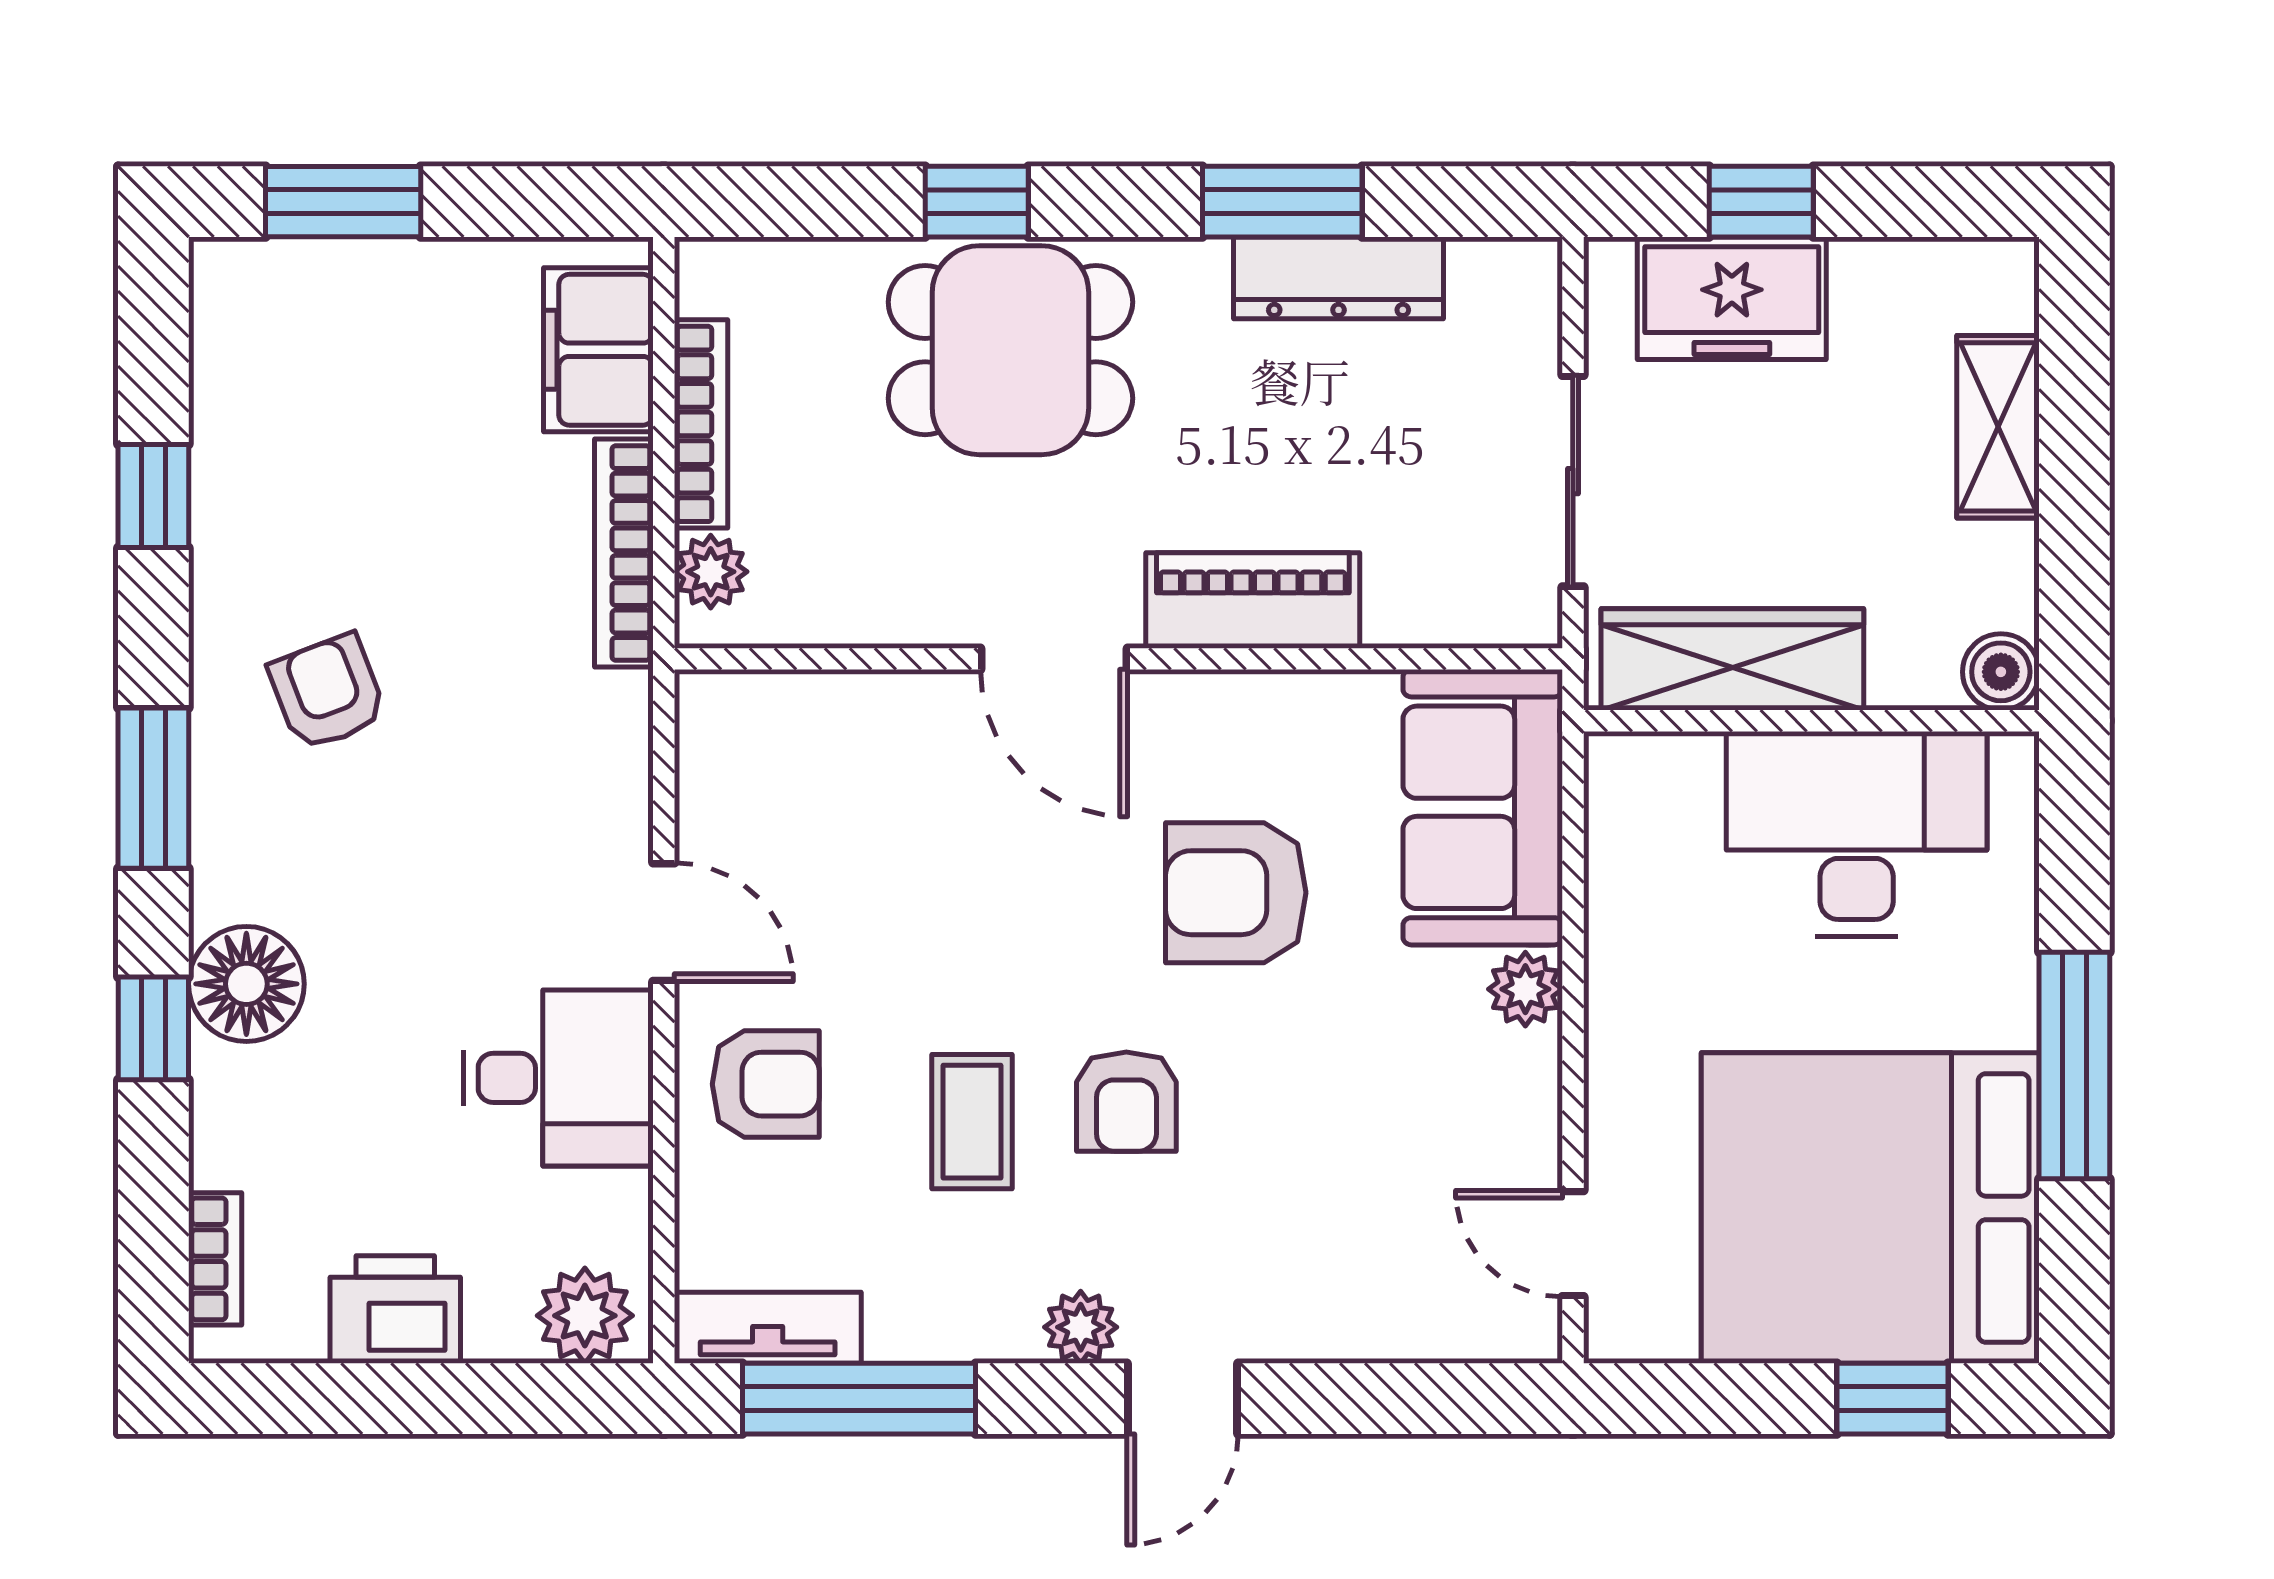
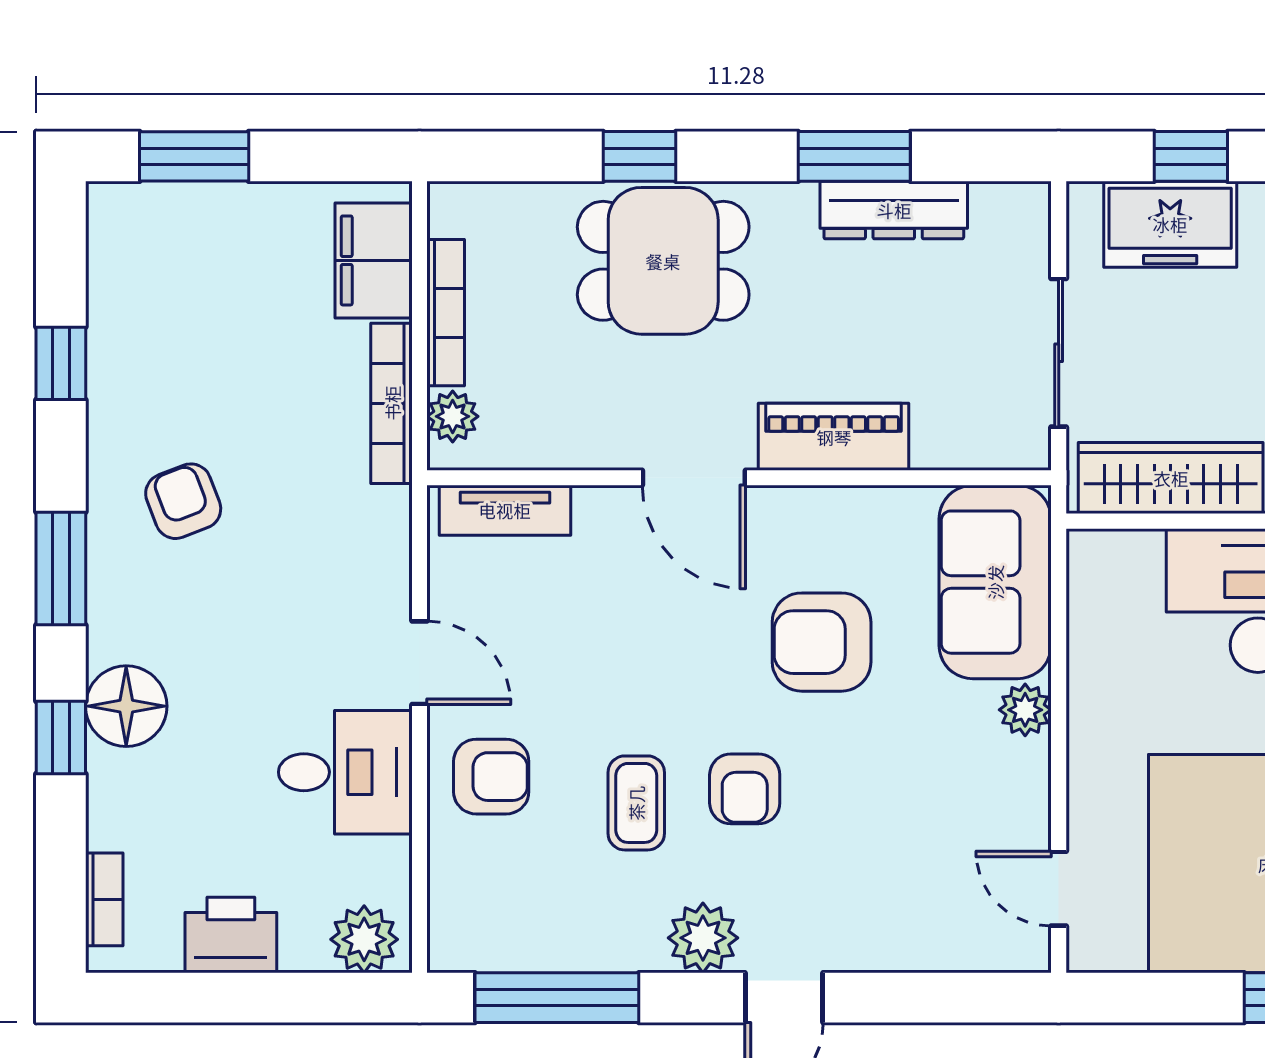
plant: (1081, 1327) -> (703, 938), width x1.38, depth x1.38
tv unit: (768, 1328) -> (505, 510), moved, turned 180

